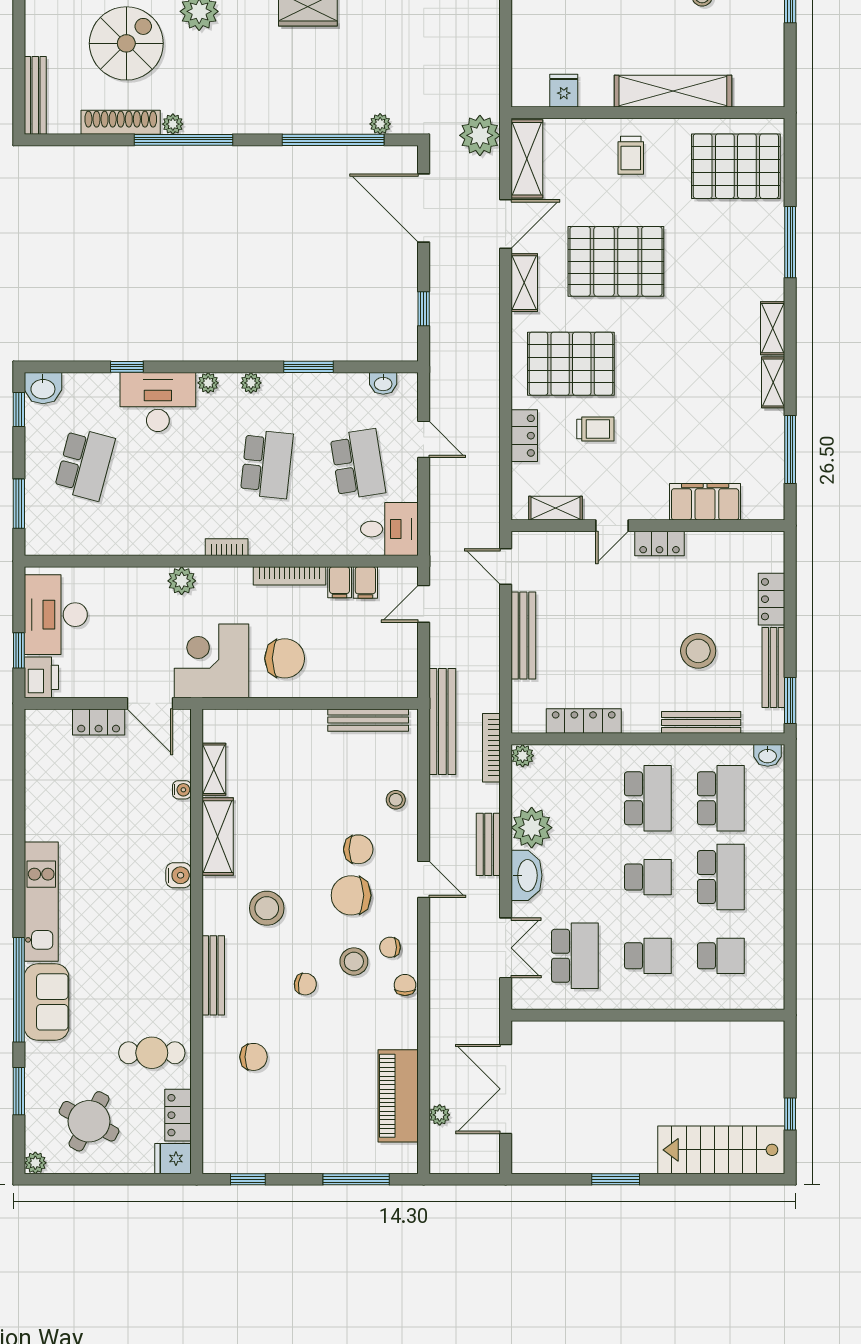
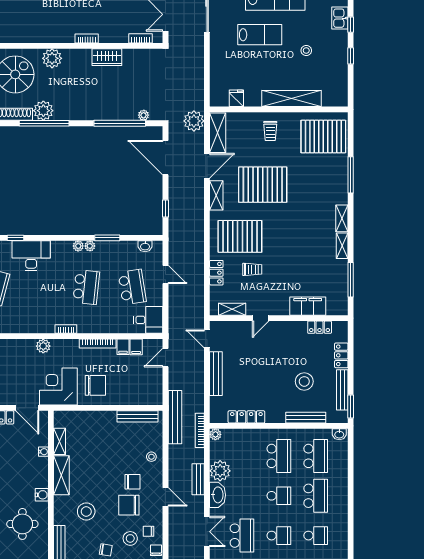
plant: (173, 124) -> (43, 111), width x1.88, depth x1.88
plant: (208, 383) -> (90, 246), moved
locker: (660, 543) -> (320, 327), moved
round table: (140, 933) -> (22, 524), added

